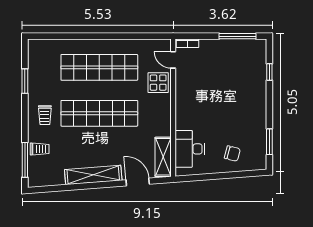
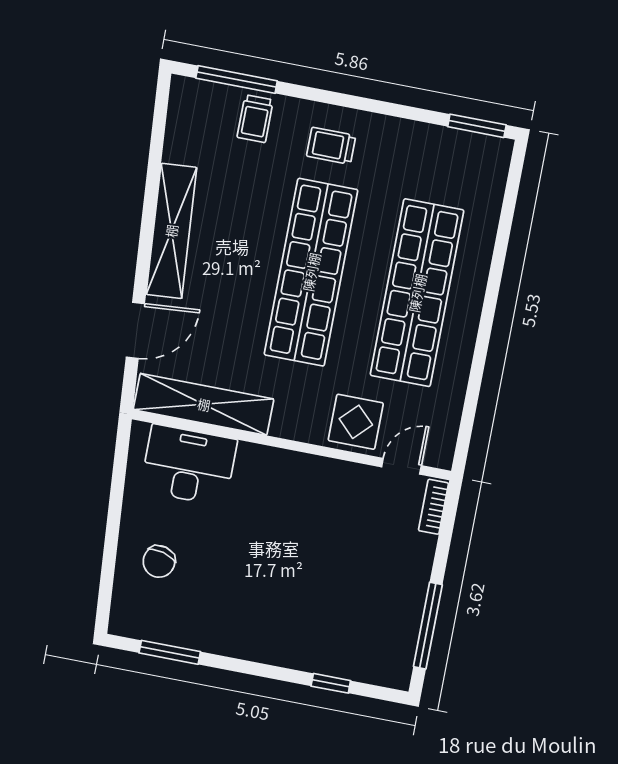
window: (25, 81) -> (477, 126), moved
shelving: (163, 157) -> (204, 404), width x1.47

